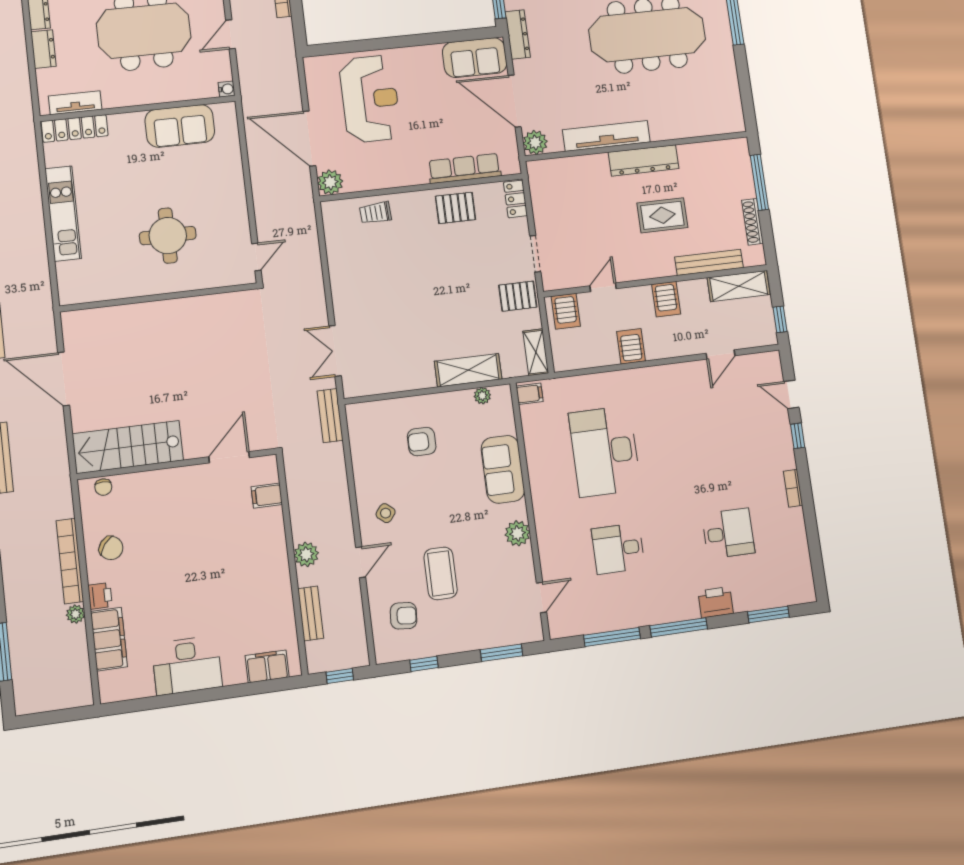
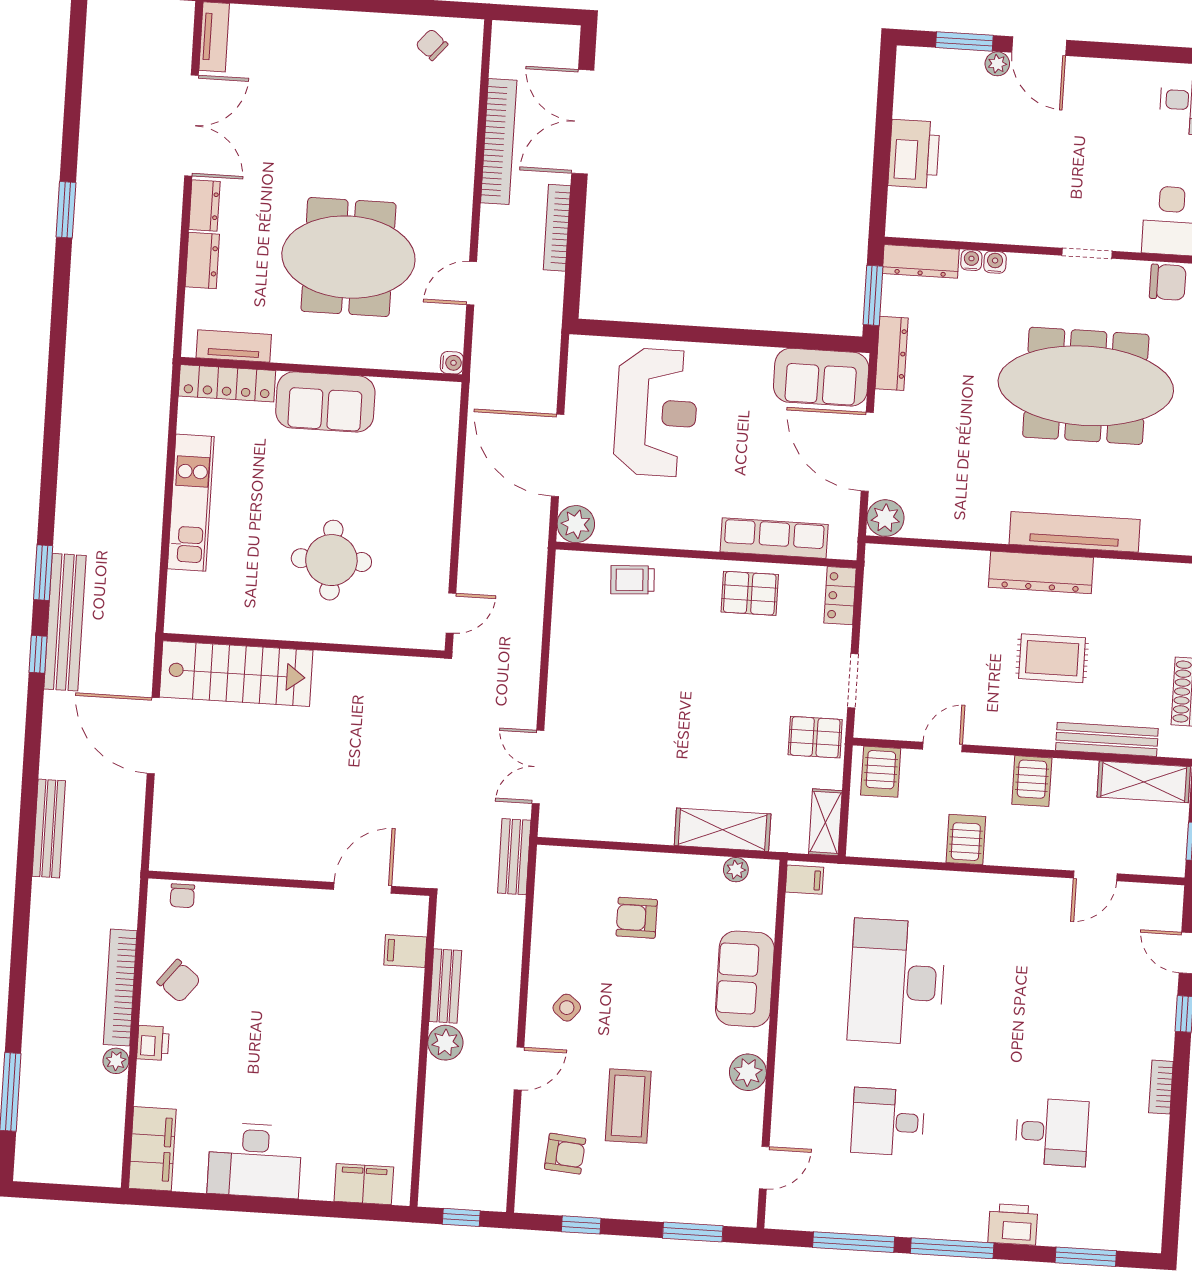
sofa: (180, 126) -> (325, 402), moved
tv unit: (606, 136) -> (1075, 532), moved
stairs: (128, 447) -> (236, 674), moved, turned 180
bench: (311, 613) -> (445, 986), moved
filing cabinet: (109, 639) -> (152, 1149), moved

